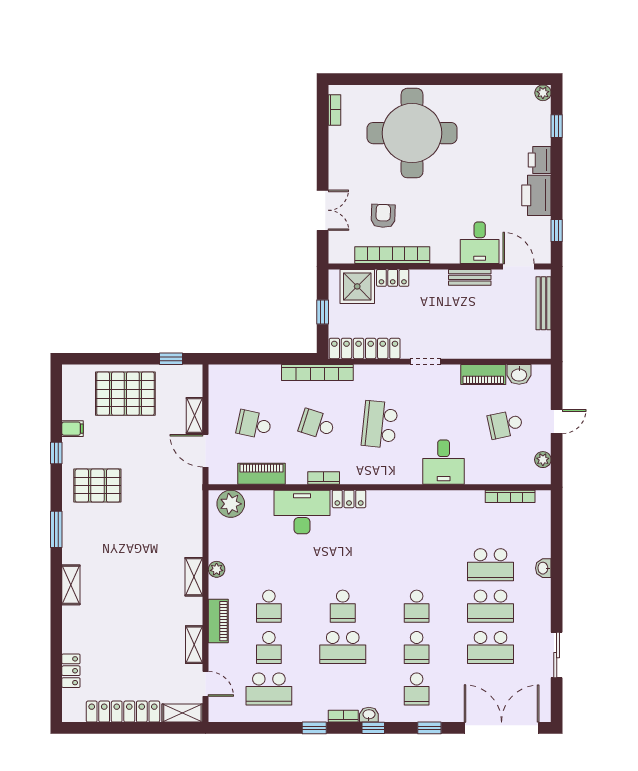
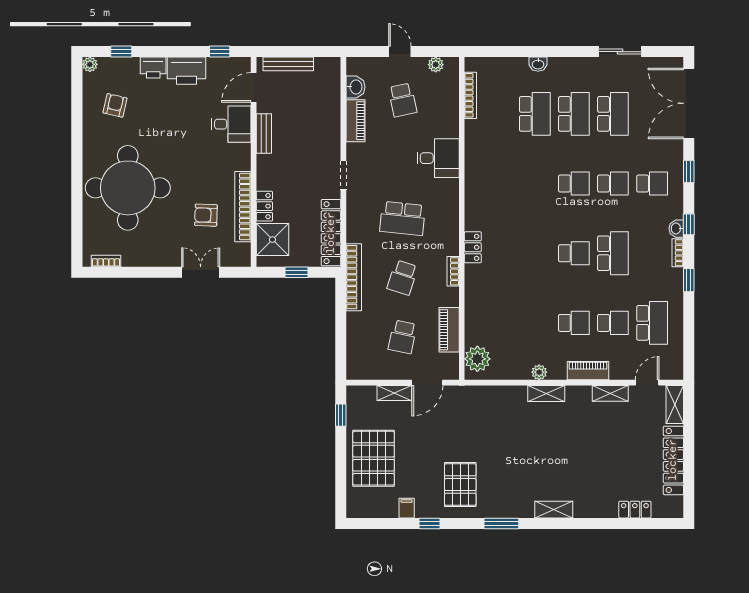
armchair: (500, 119) -> (115, 105), added
desk: (302, 512) -> (485, 292), removed

